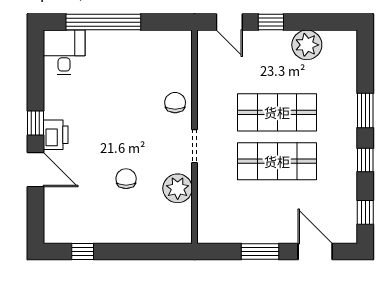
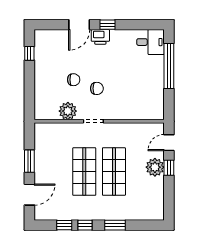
plant: (307, 45) -> (155, 167), moved
chair: (175, 103) -> (97, 88), moved
window: (365, 212) -> (64, 225), moved

